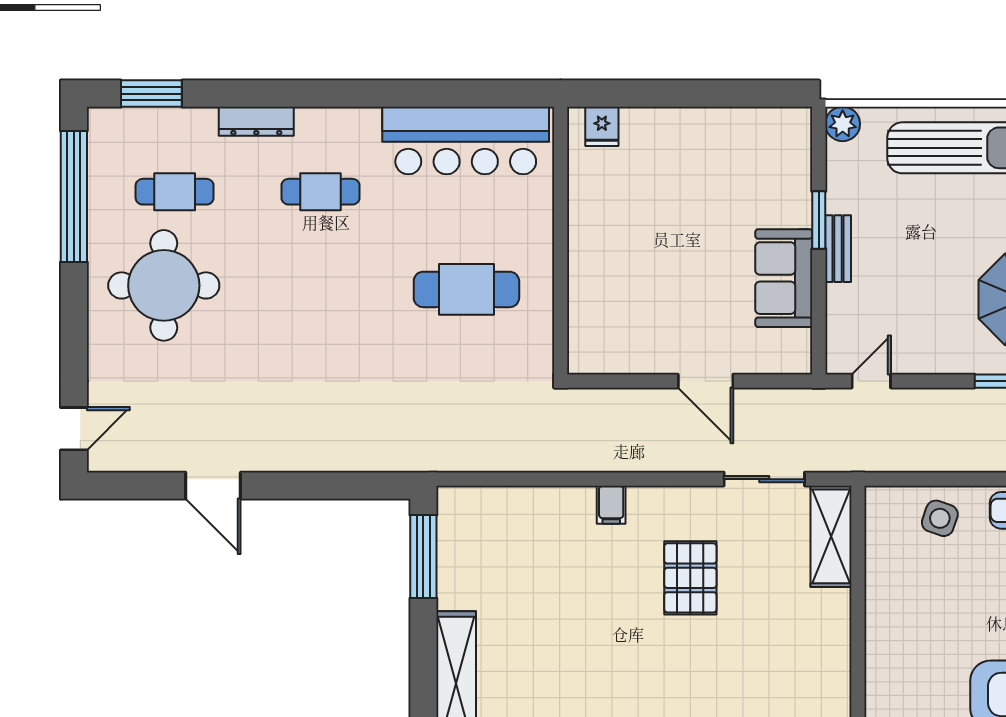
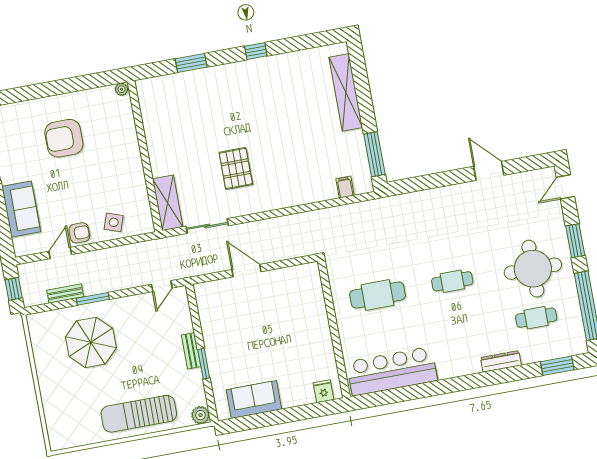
cafe table: (321, 192) -> (452, 281), moved
sofa: (784, 278) -> (254, 399), moved, turned -90
window: (74, 324) -> (575, 241), added
filing cabinet: (611, 505) -> (345, 187), moved

